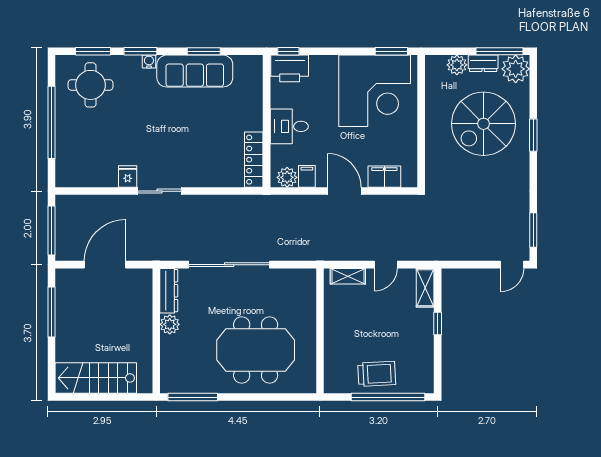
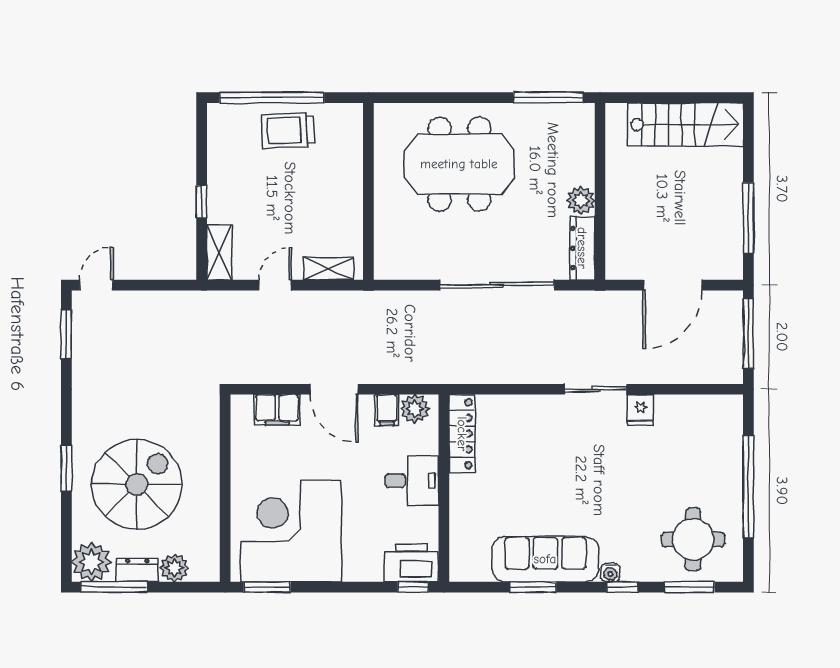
window: (140, 51) -> (622, 587), width x0.67

